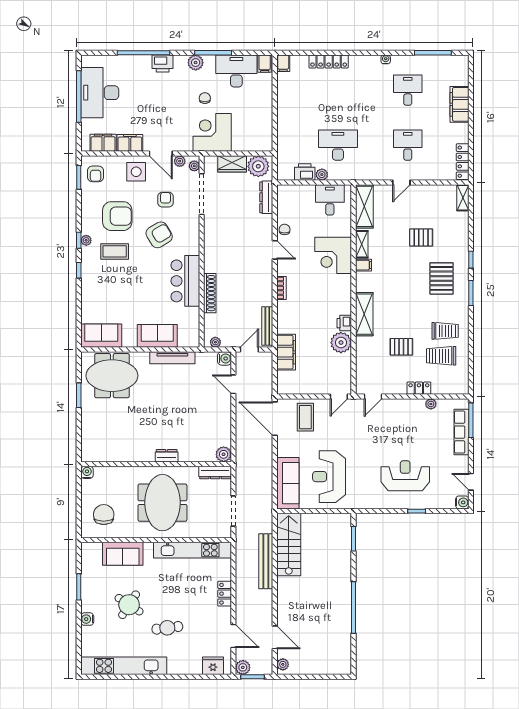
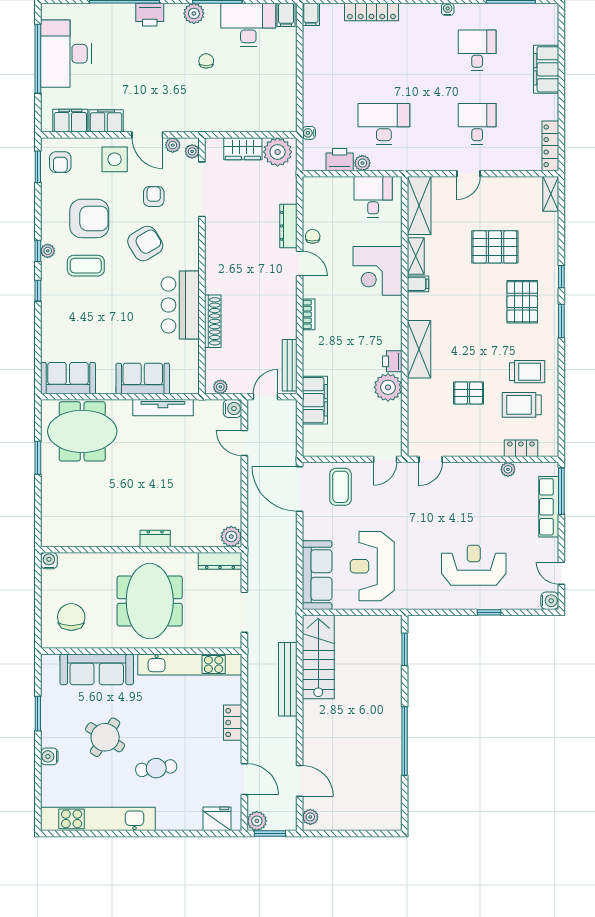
corner desk: (212, 132) -> (216, 107), removed
water cooler: (282, 152) -> (309, 133), added
dresser: (266, 197) -> (288, 226), moved
pallet: (421, 237) -> (495, 247), width x1.50, depth x1.42
locker: (419, 388) -> (521, 448), moved
sofa: (123, 554) -> (97, 669), width x1.36

